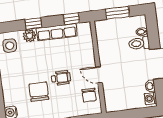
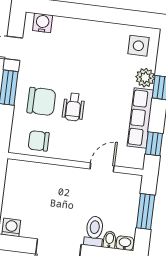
door: (99, 75) -> (102, 167), moved
washbasin: (150, 86) -> (125, 243), moved
chair: (39, 92) -> (41, 101), moved

